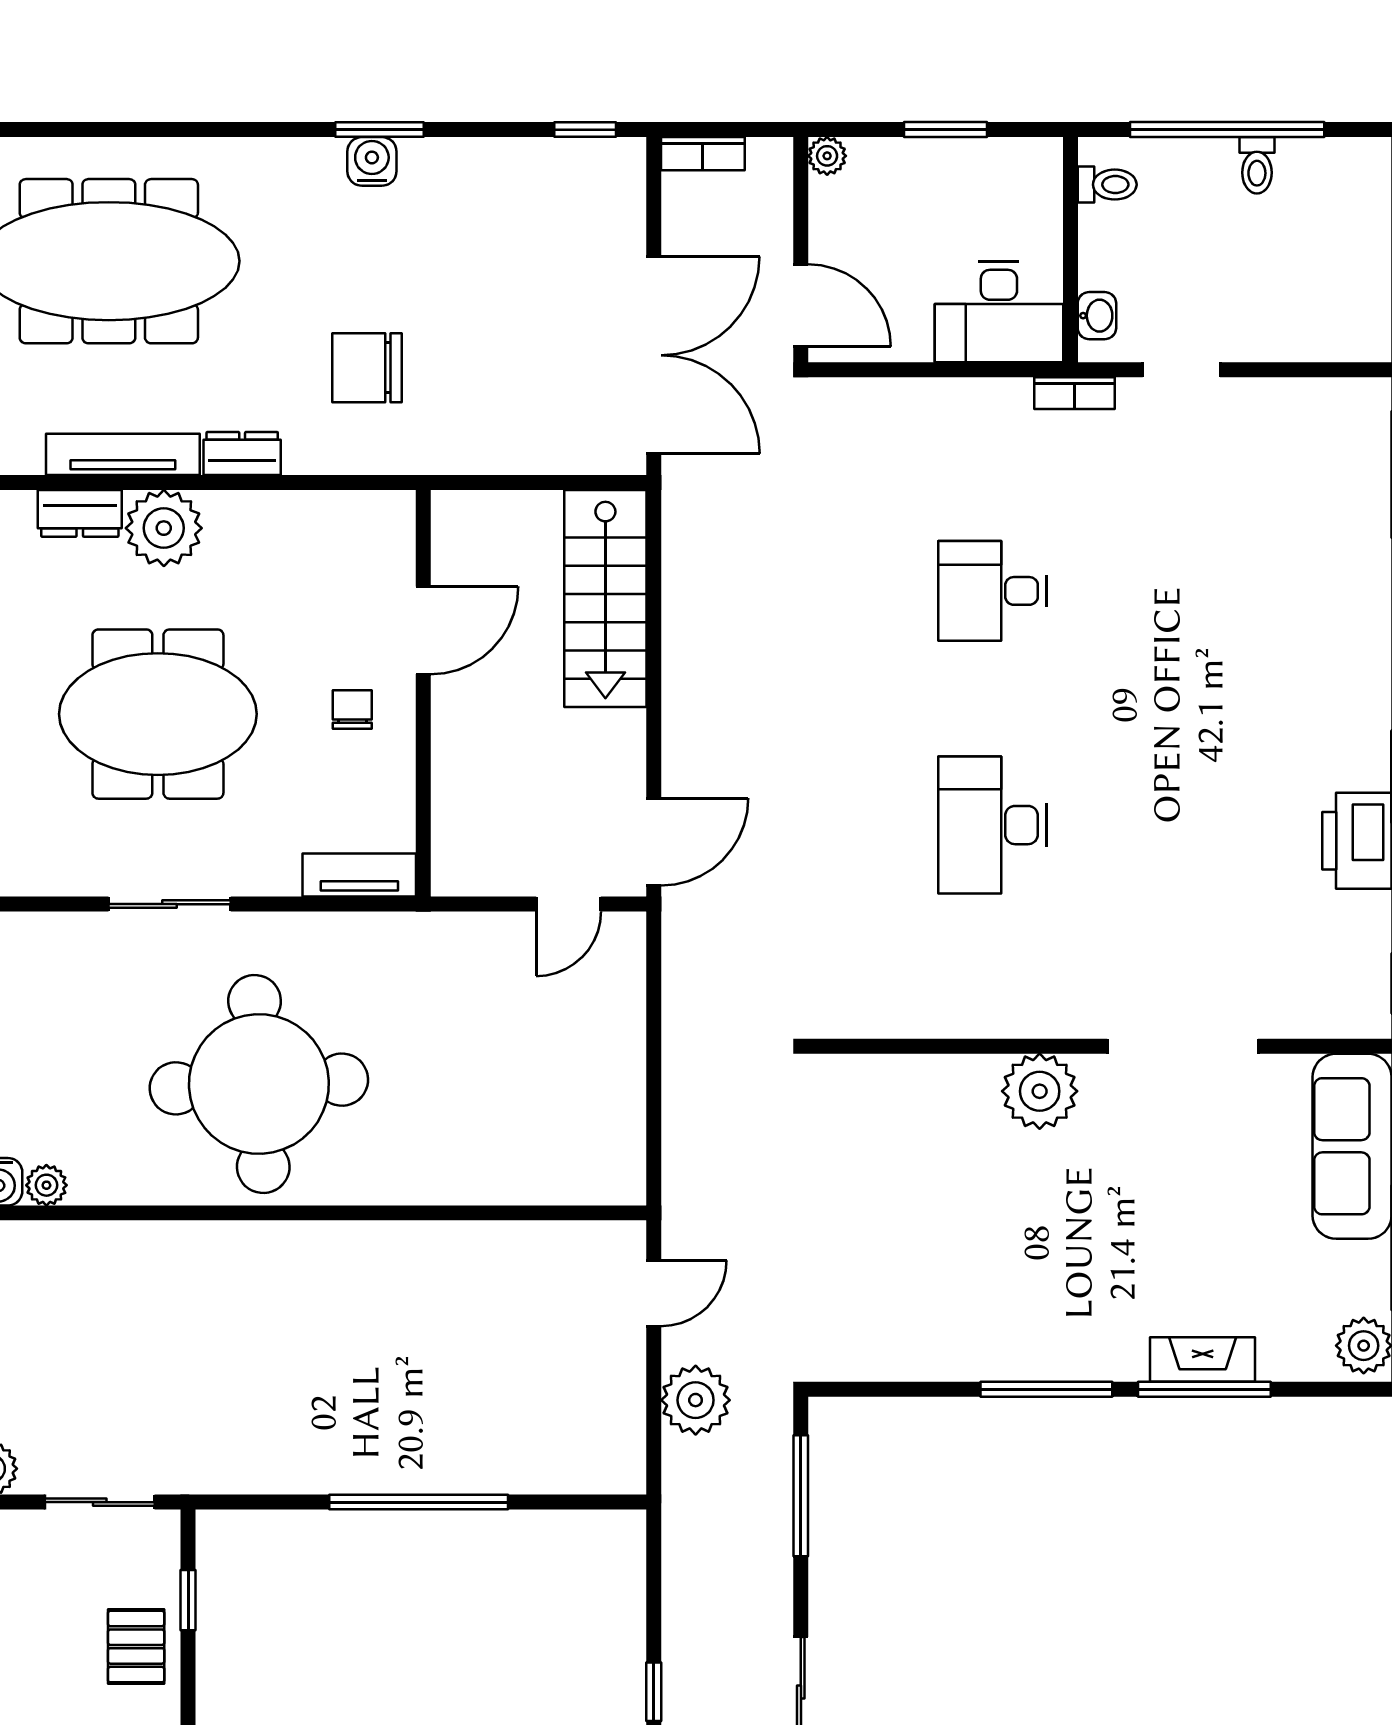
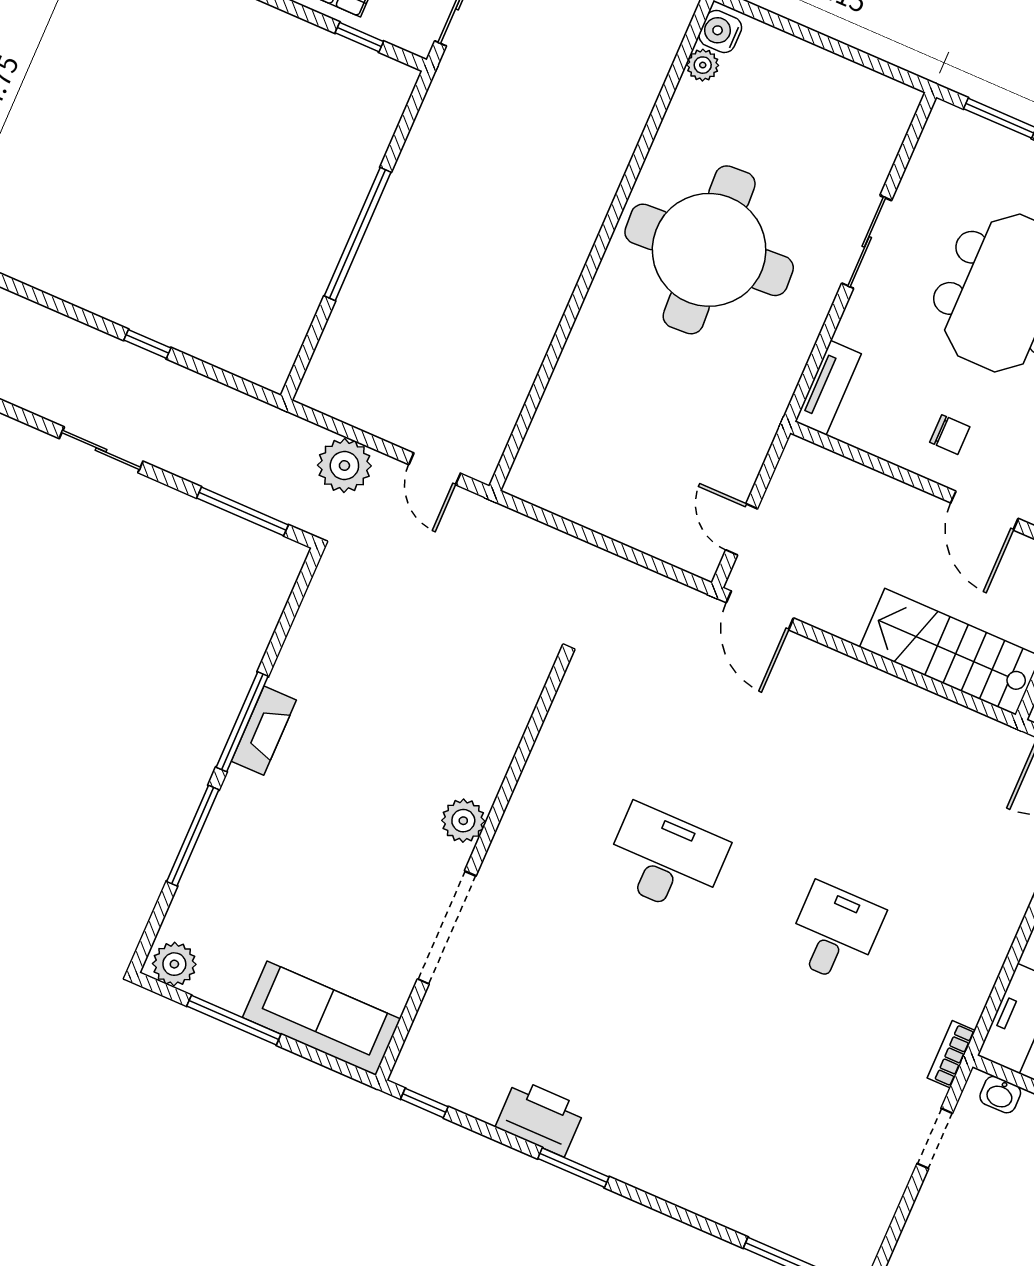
plant: (1040, 1091) -> (463, 821), width x0.73, depth x0.73
fireplace: (1203, 1360) -> (264, 731), moved

